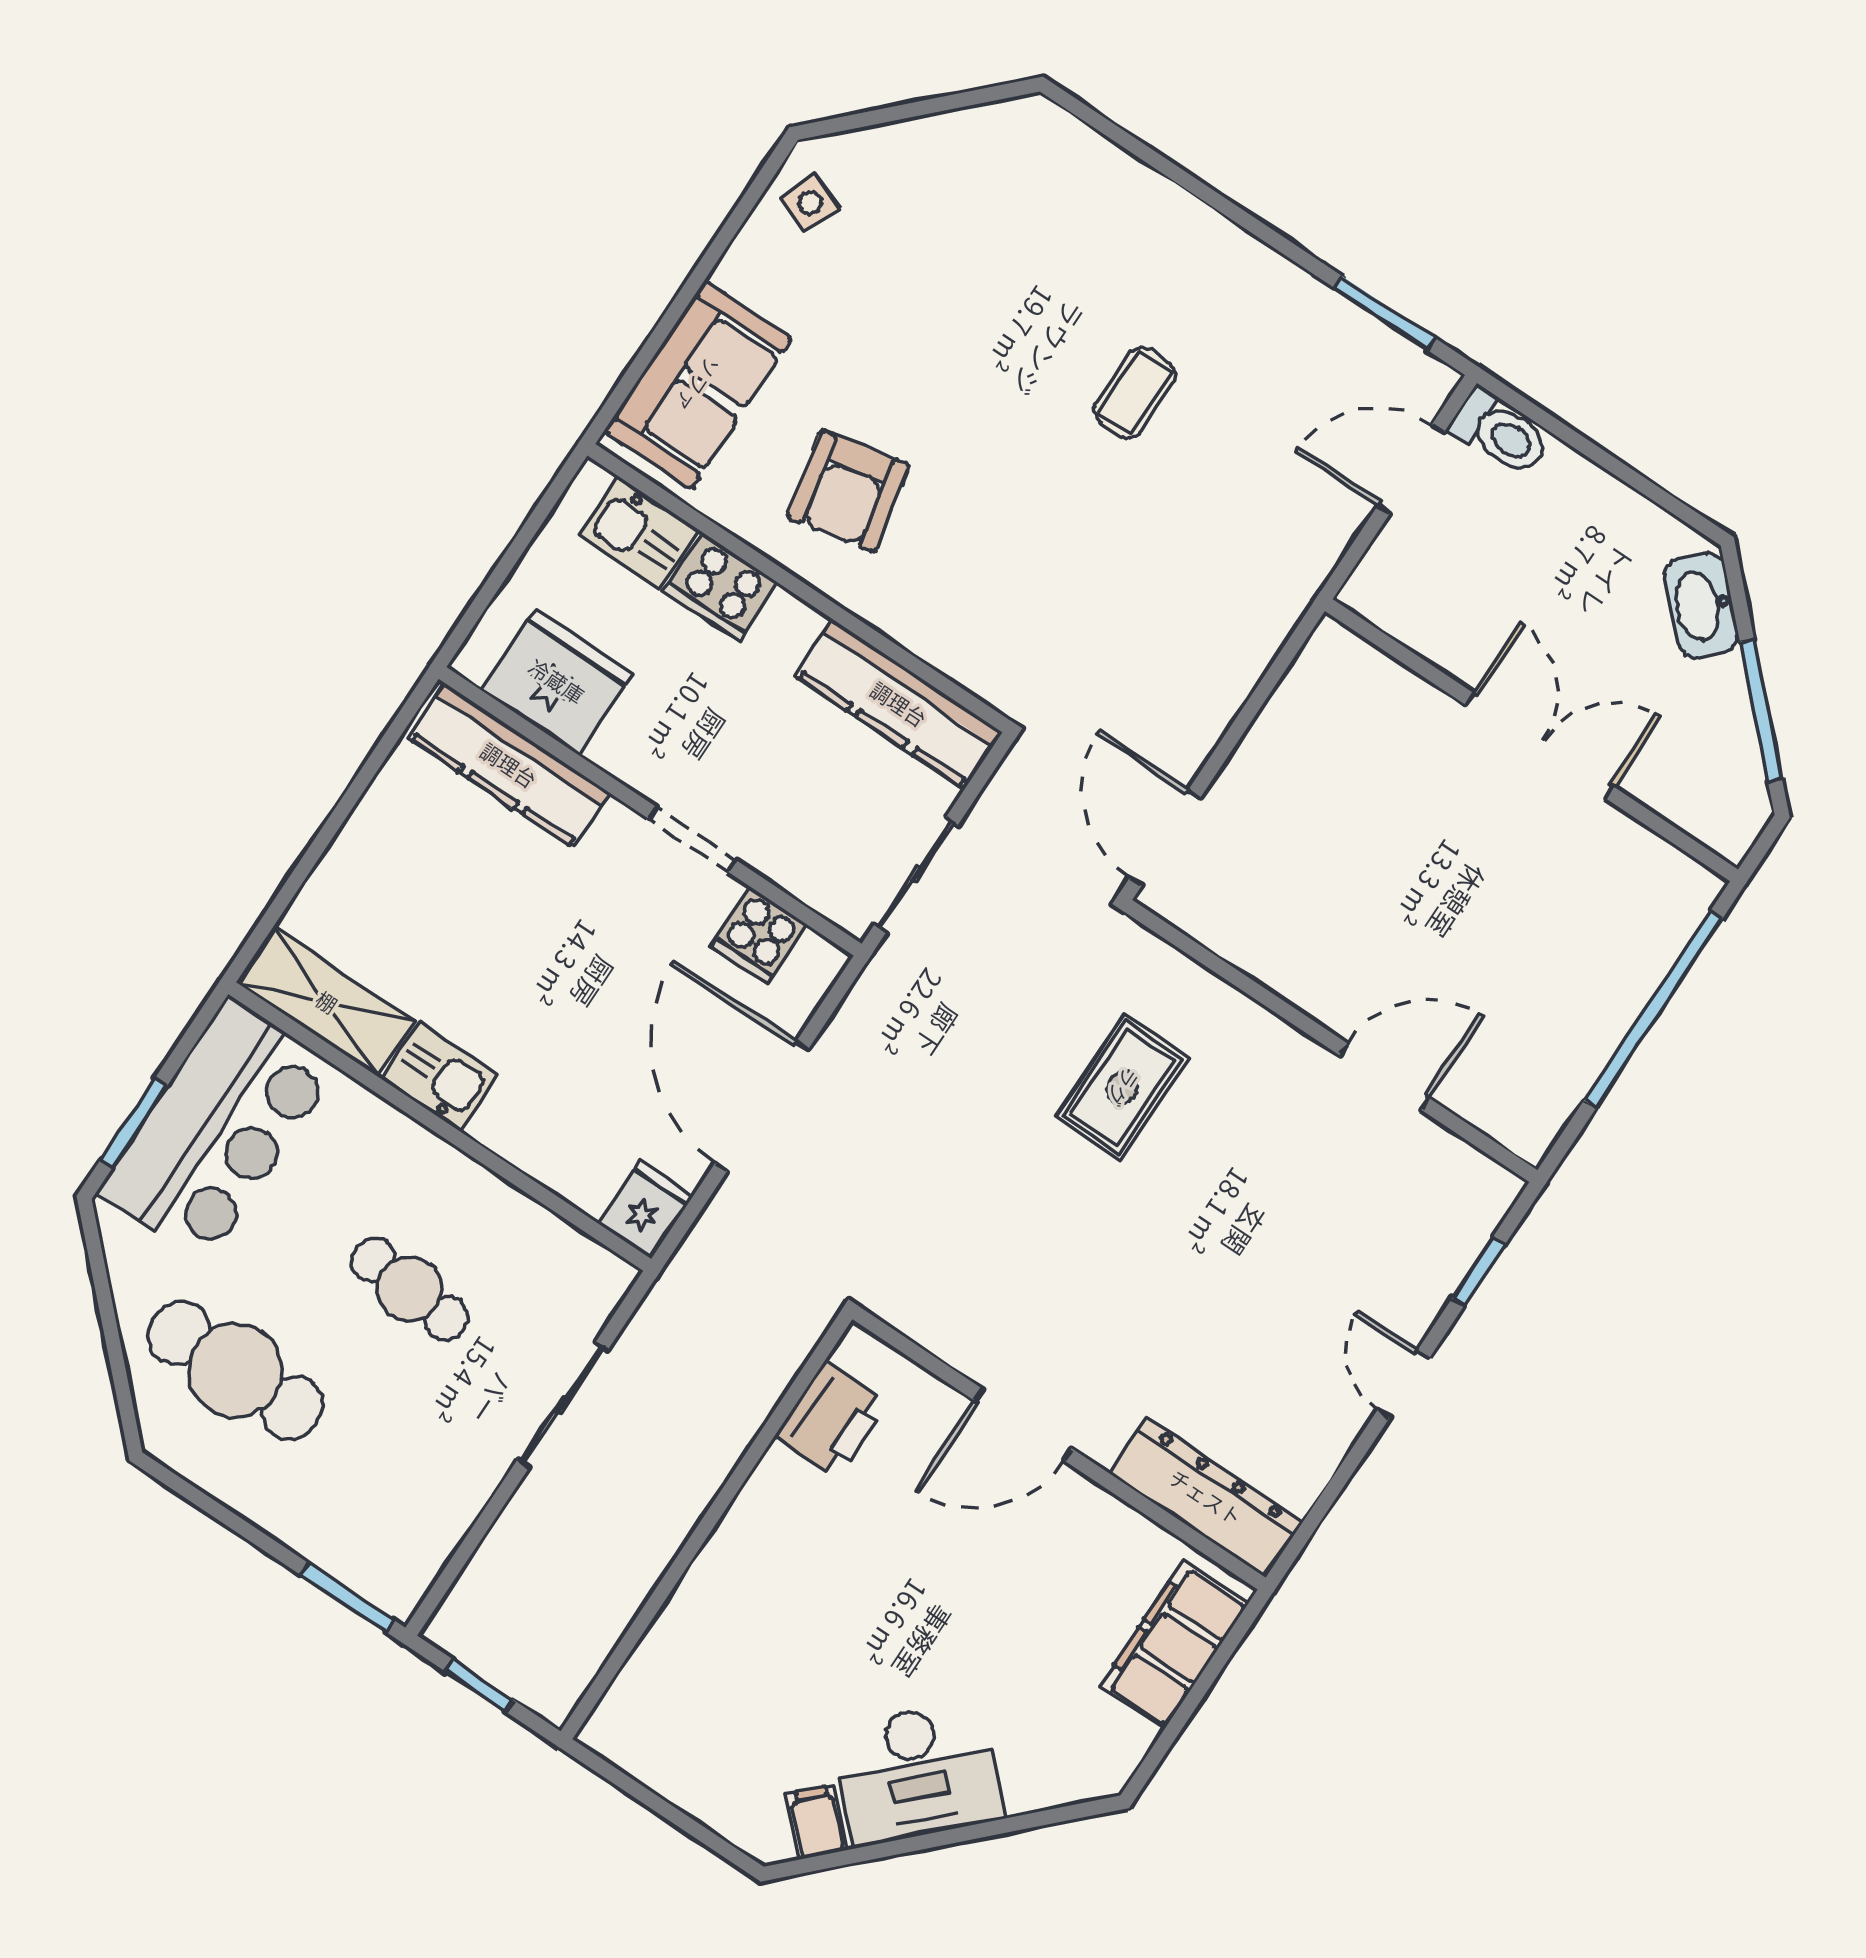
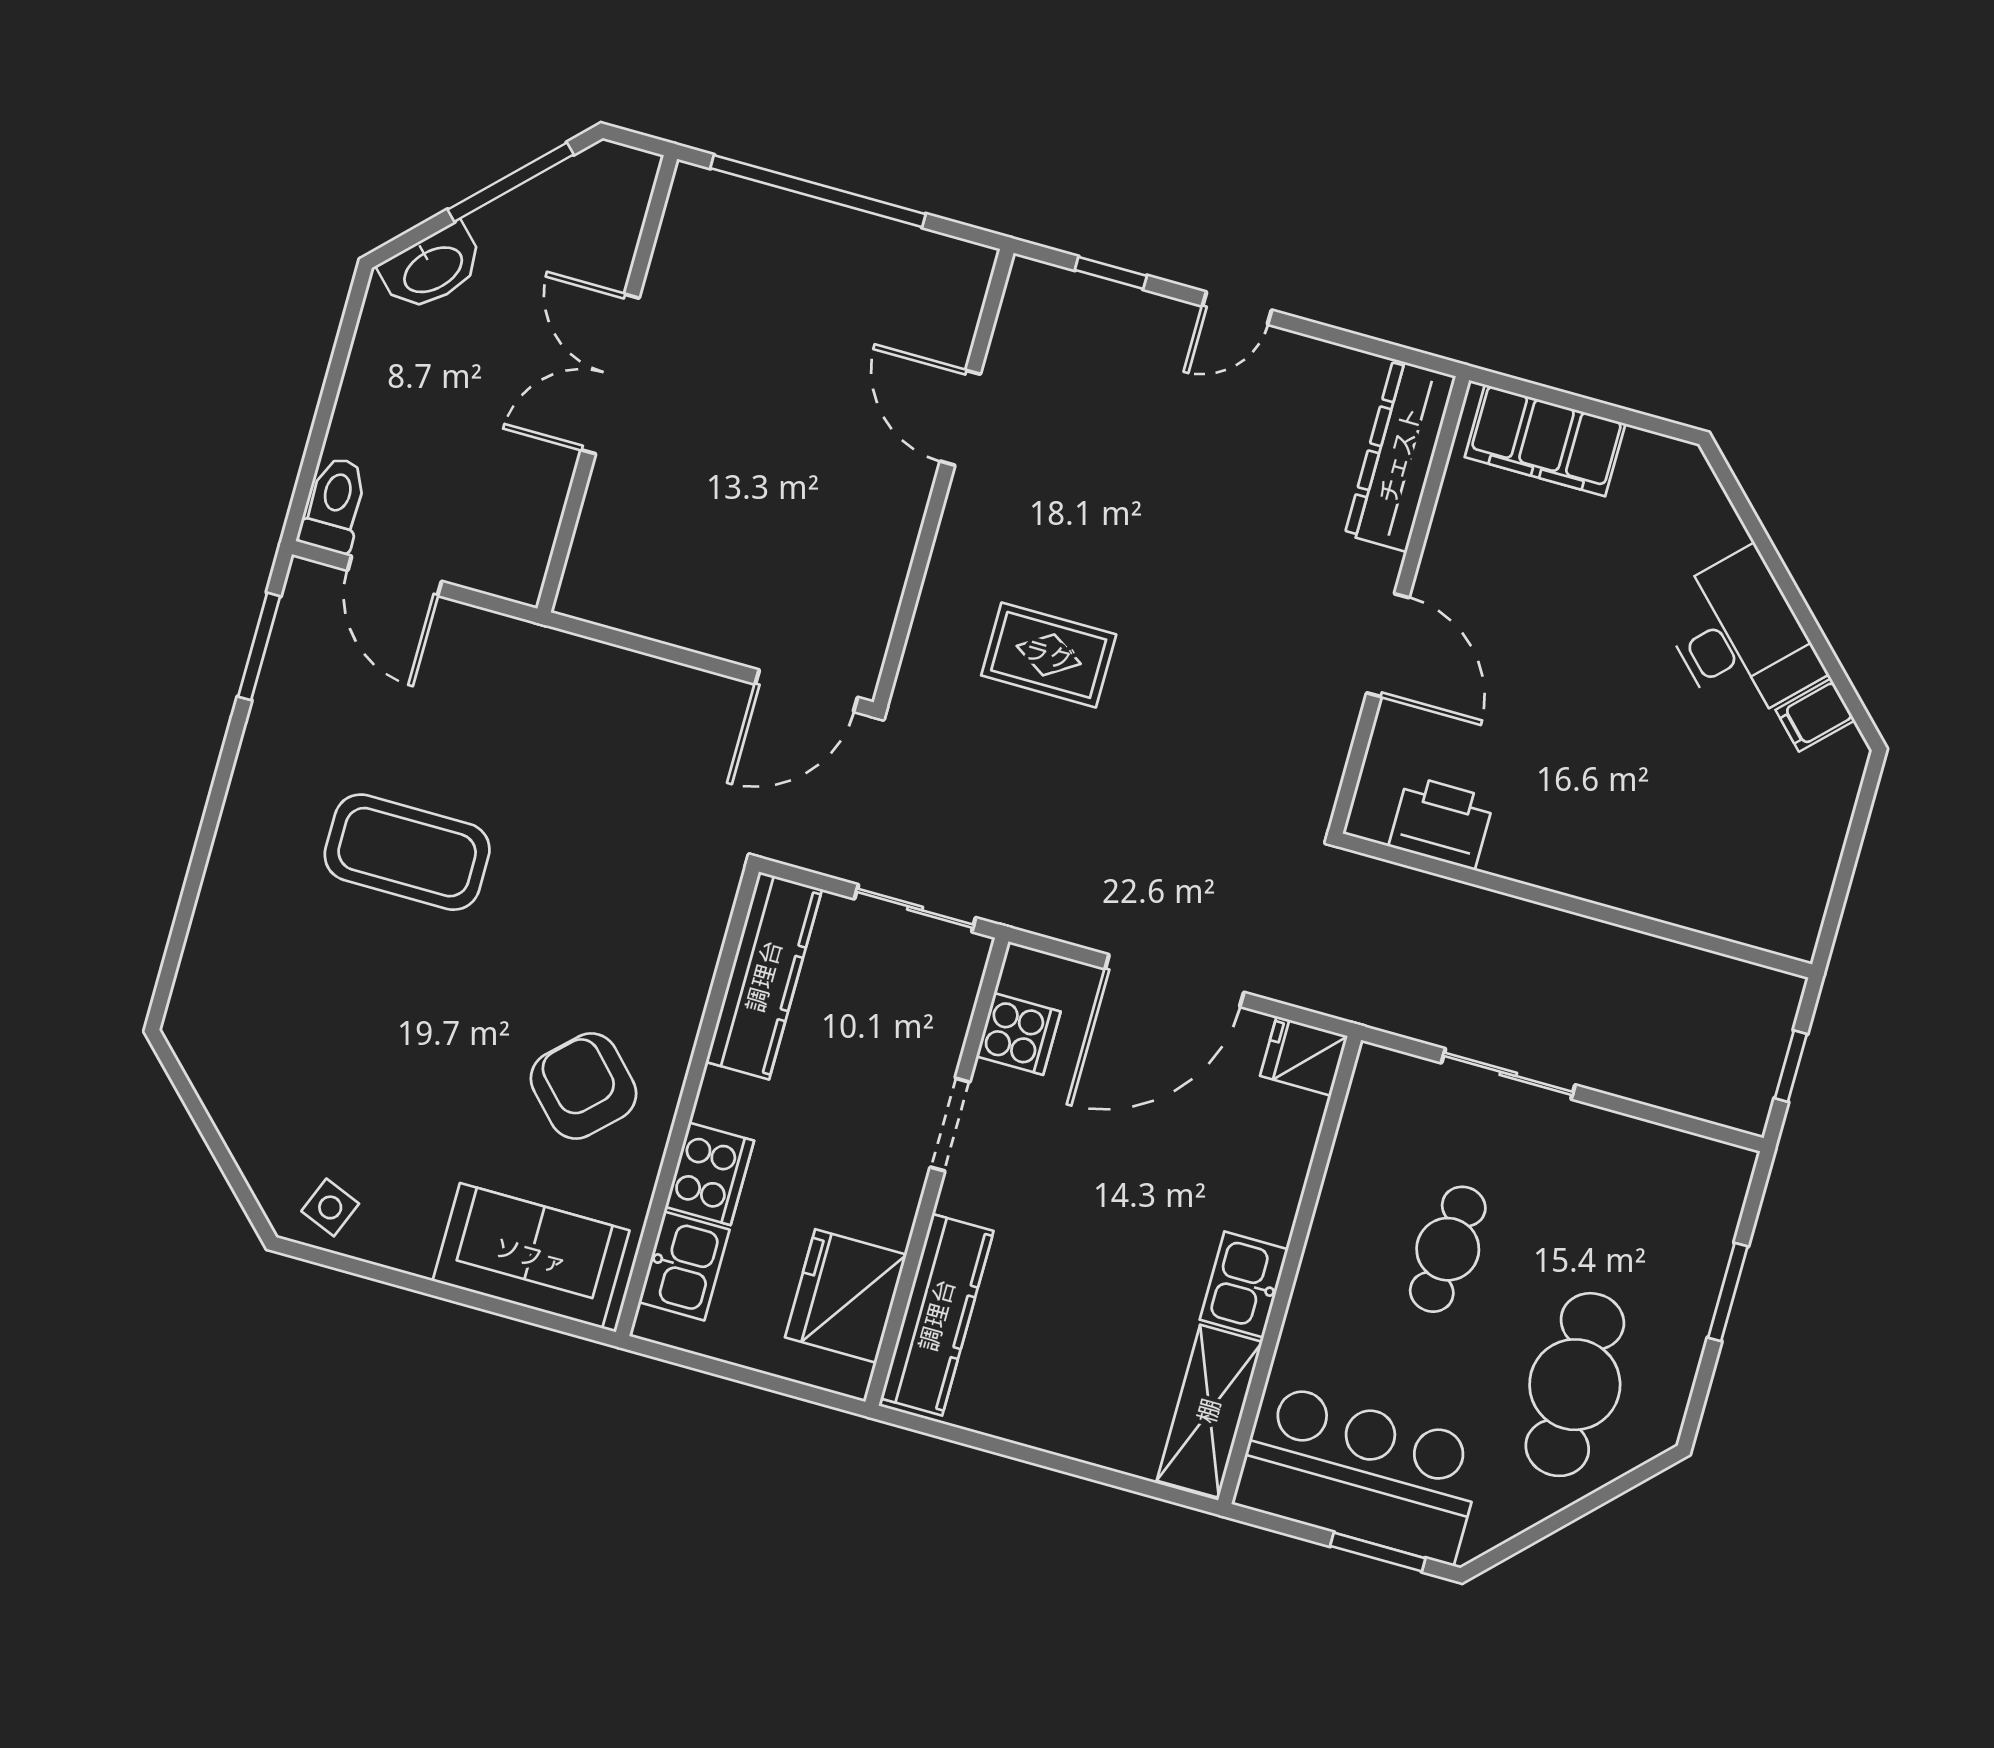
coffee table: (1135, 393) -> (407, 852), width x1.86, depth x1.72
armchair: (848, 491) -> (583, 1086), turned -122
window: (347, 1597) -> (1728, 1292), moved

